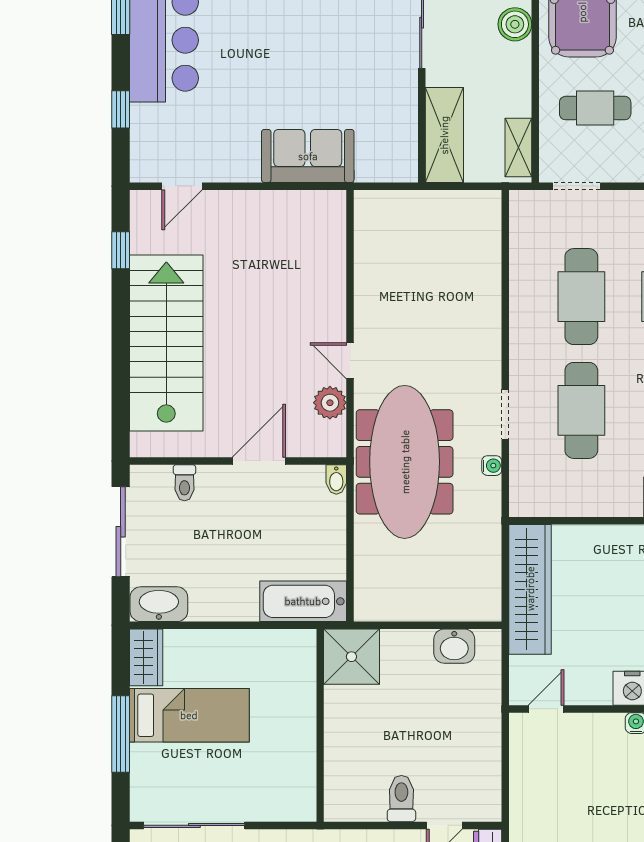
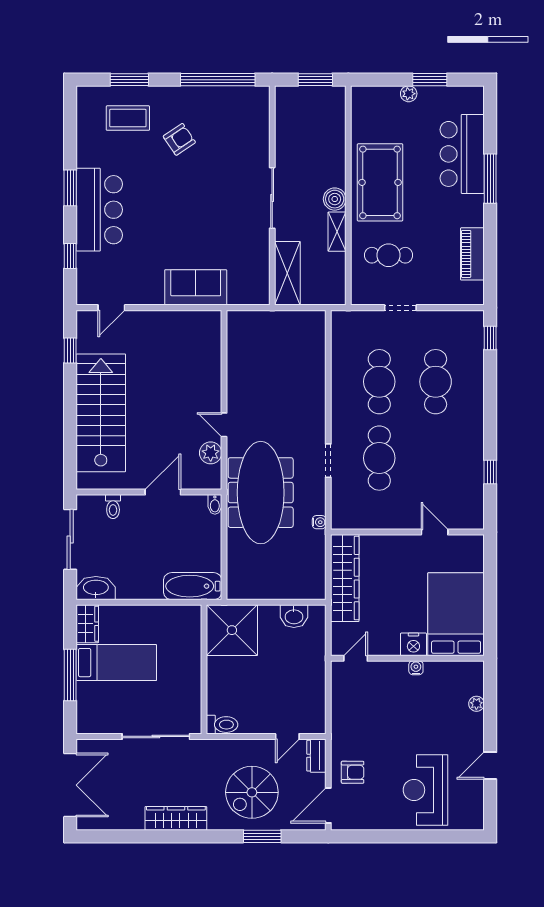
shelving: (518, 148) -> (337, 232), moved
doorway: (577, 186) -> (400, 308), moved
water cooler: (492, 466) -> (319, 522), moved
shower: (351, 657) -> (232, 630), width x1.37, depth x1.37
toilet: (401, 799) -> (222, 725), moved, turned 90
sliding door: (194, 825) -> (156, 736), moved

